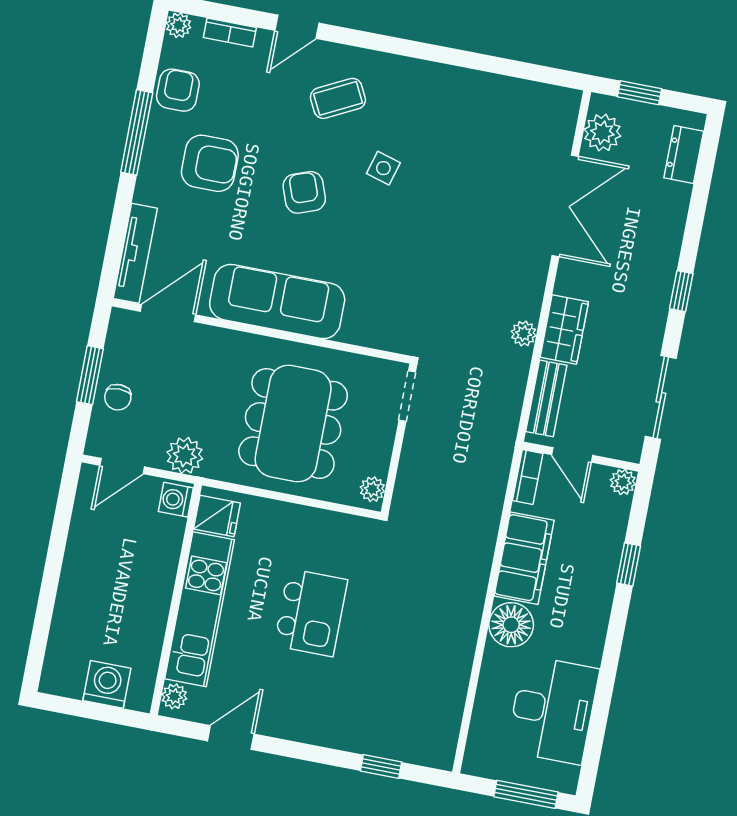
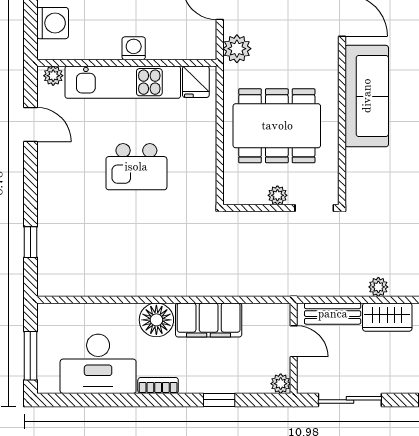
door: (572, 455) -> (294, 341), swing flipped
bookcase: (528, 477) -> (158, 385), moved, turned 180
plant: (372, 489) -> (277, 195), moved
washing machine: (176, 500) -> (134, 48), moved

